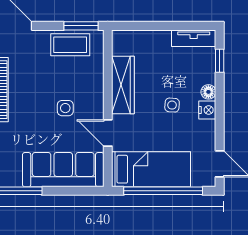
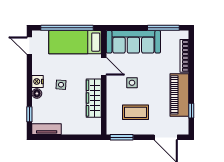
coffee table: (70, 45) -> (136, 112), moved

